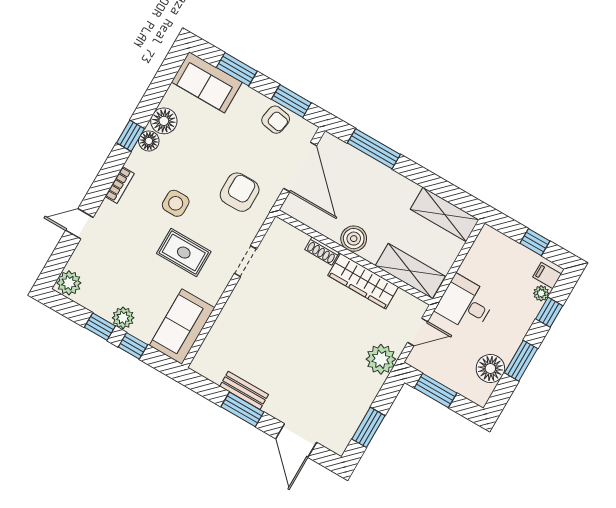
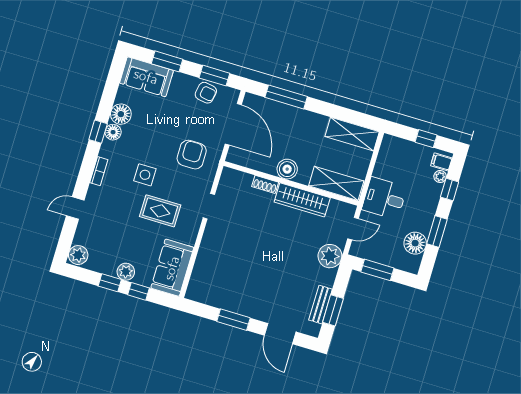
bench: (244, 390) -> (321, 305), moved, turned 90

